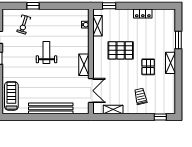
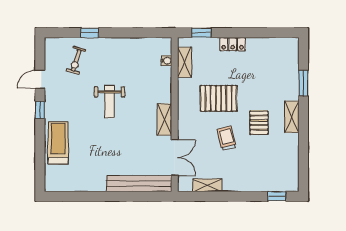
locker: (143, 13) -> (233, 44), moved
weight bench: (46, 53) -> (110, 102), turned 180
treadmill: (11, 96) -> (58, 143), moved
trolley: (141, 96) -> (227, 138), moved
bench: (51, 108) -> (139, 184), moved

